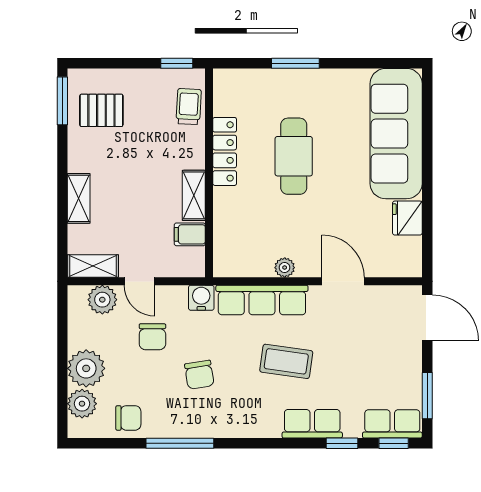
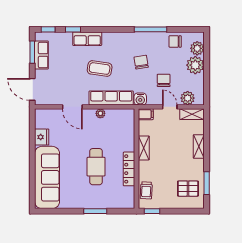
window: (62, 101) -> (207, 183), moved
filing cabinet: (190, 234) -> (146, 114), moved
row of seats: (392, 424) -> (41, 55), moved, turned -90

